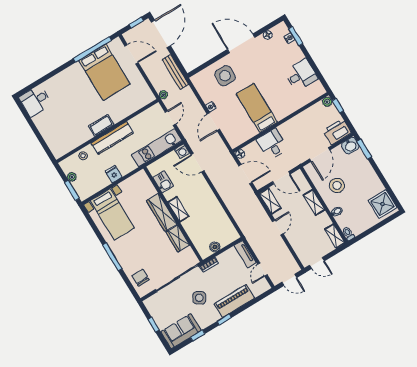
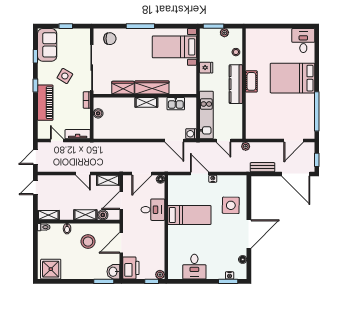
bed: (105, 72) -> (292, 78), moved
bench: (175, 72) -> (262, 167), width x0.73
door: (320, 154) -> (121, 243), hinge flipped
door: (197, 163) -> (174, 141), swing flipped
boiler: (305, 187) -> (103, 215), added

